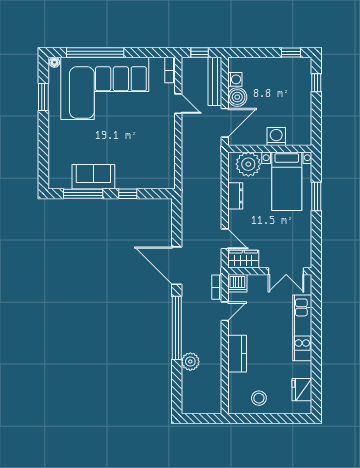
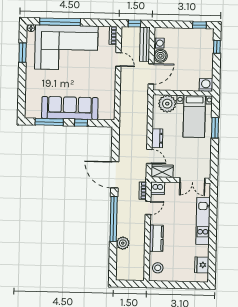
washing machine: (276, 137) -> (206, 85), moved
sofa: (93, 177) -> (70, 108), width x1.85, depth x1.27
dresser: (235, 196) -> (157, 138), moved
stool: (259, 398) -> (158, 268), moved

